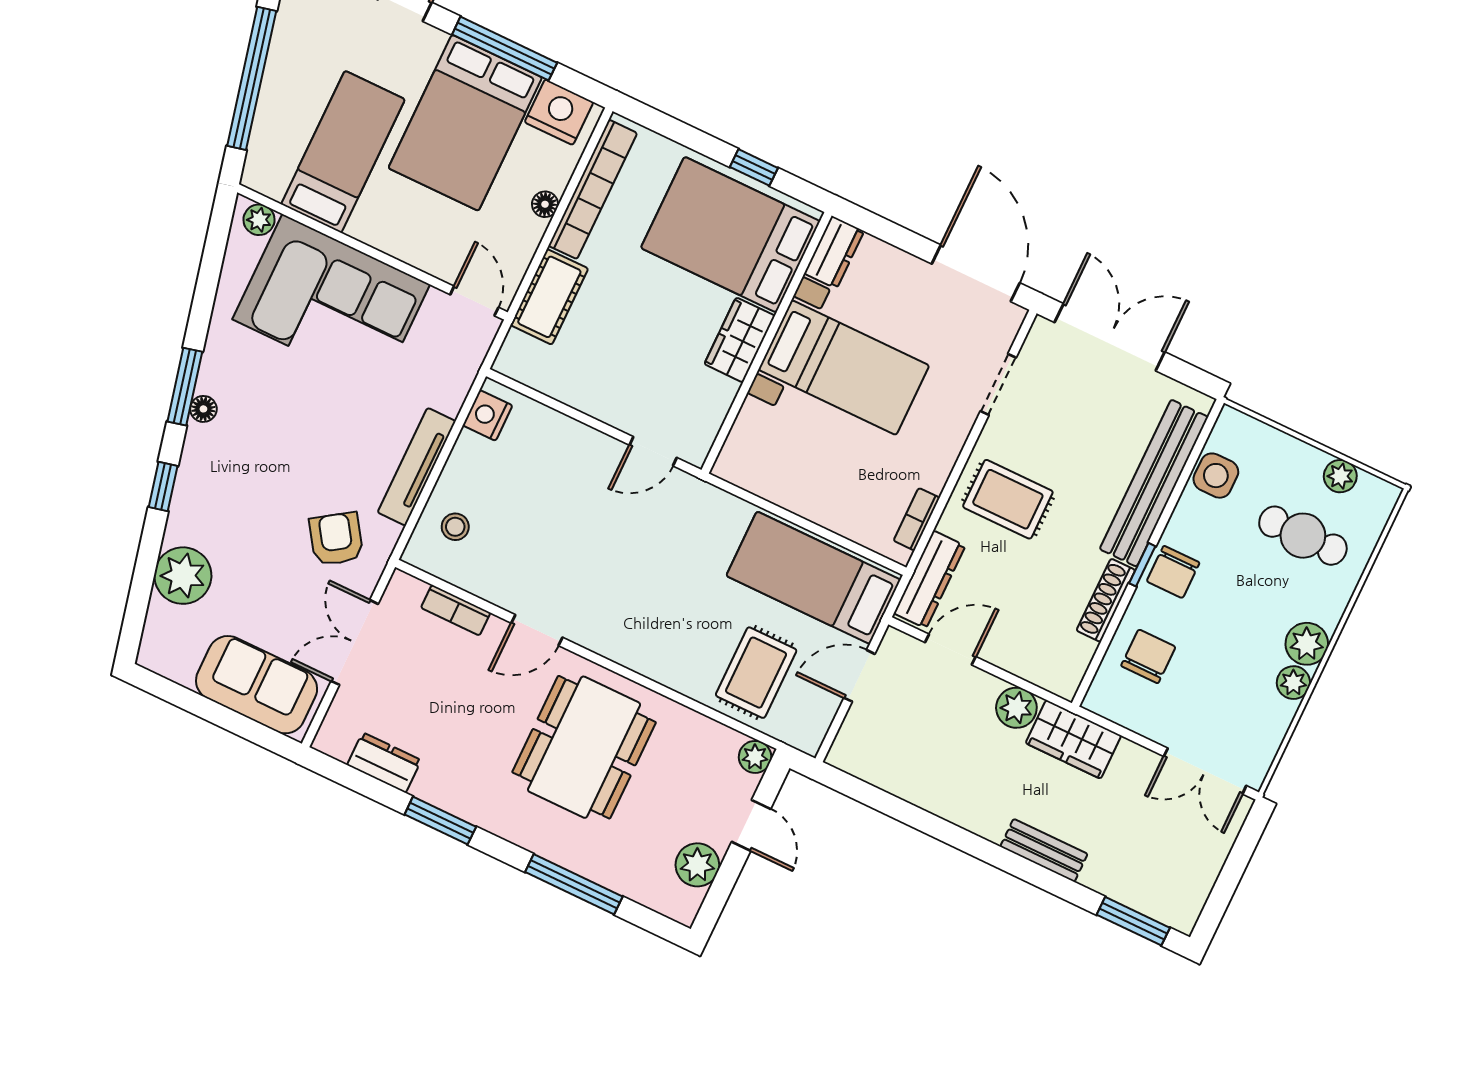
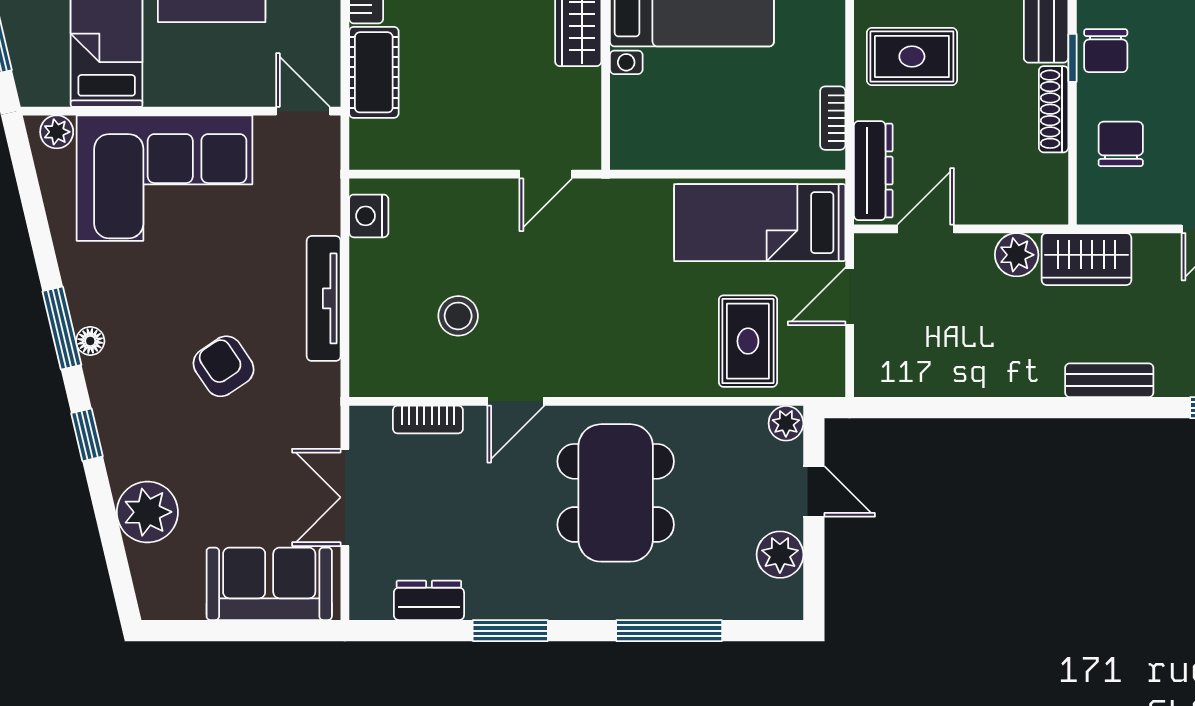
stool: (455, 527) -> (458, 316), moved, width x1.37, depth x1.37
armchair: (336, 539) -> (224, 366), moved

